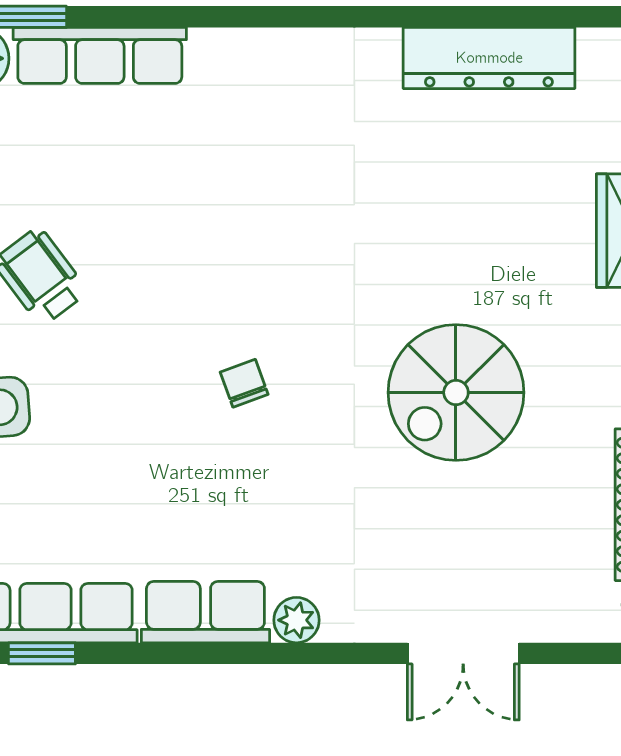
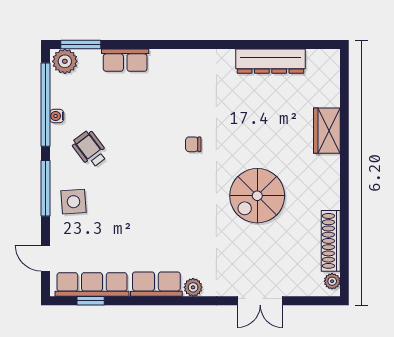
row of seats: (100, 55) -> (125, 60), width x0.68
chair: (244, 383) -> (193, 144), moved, turned -70

